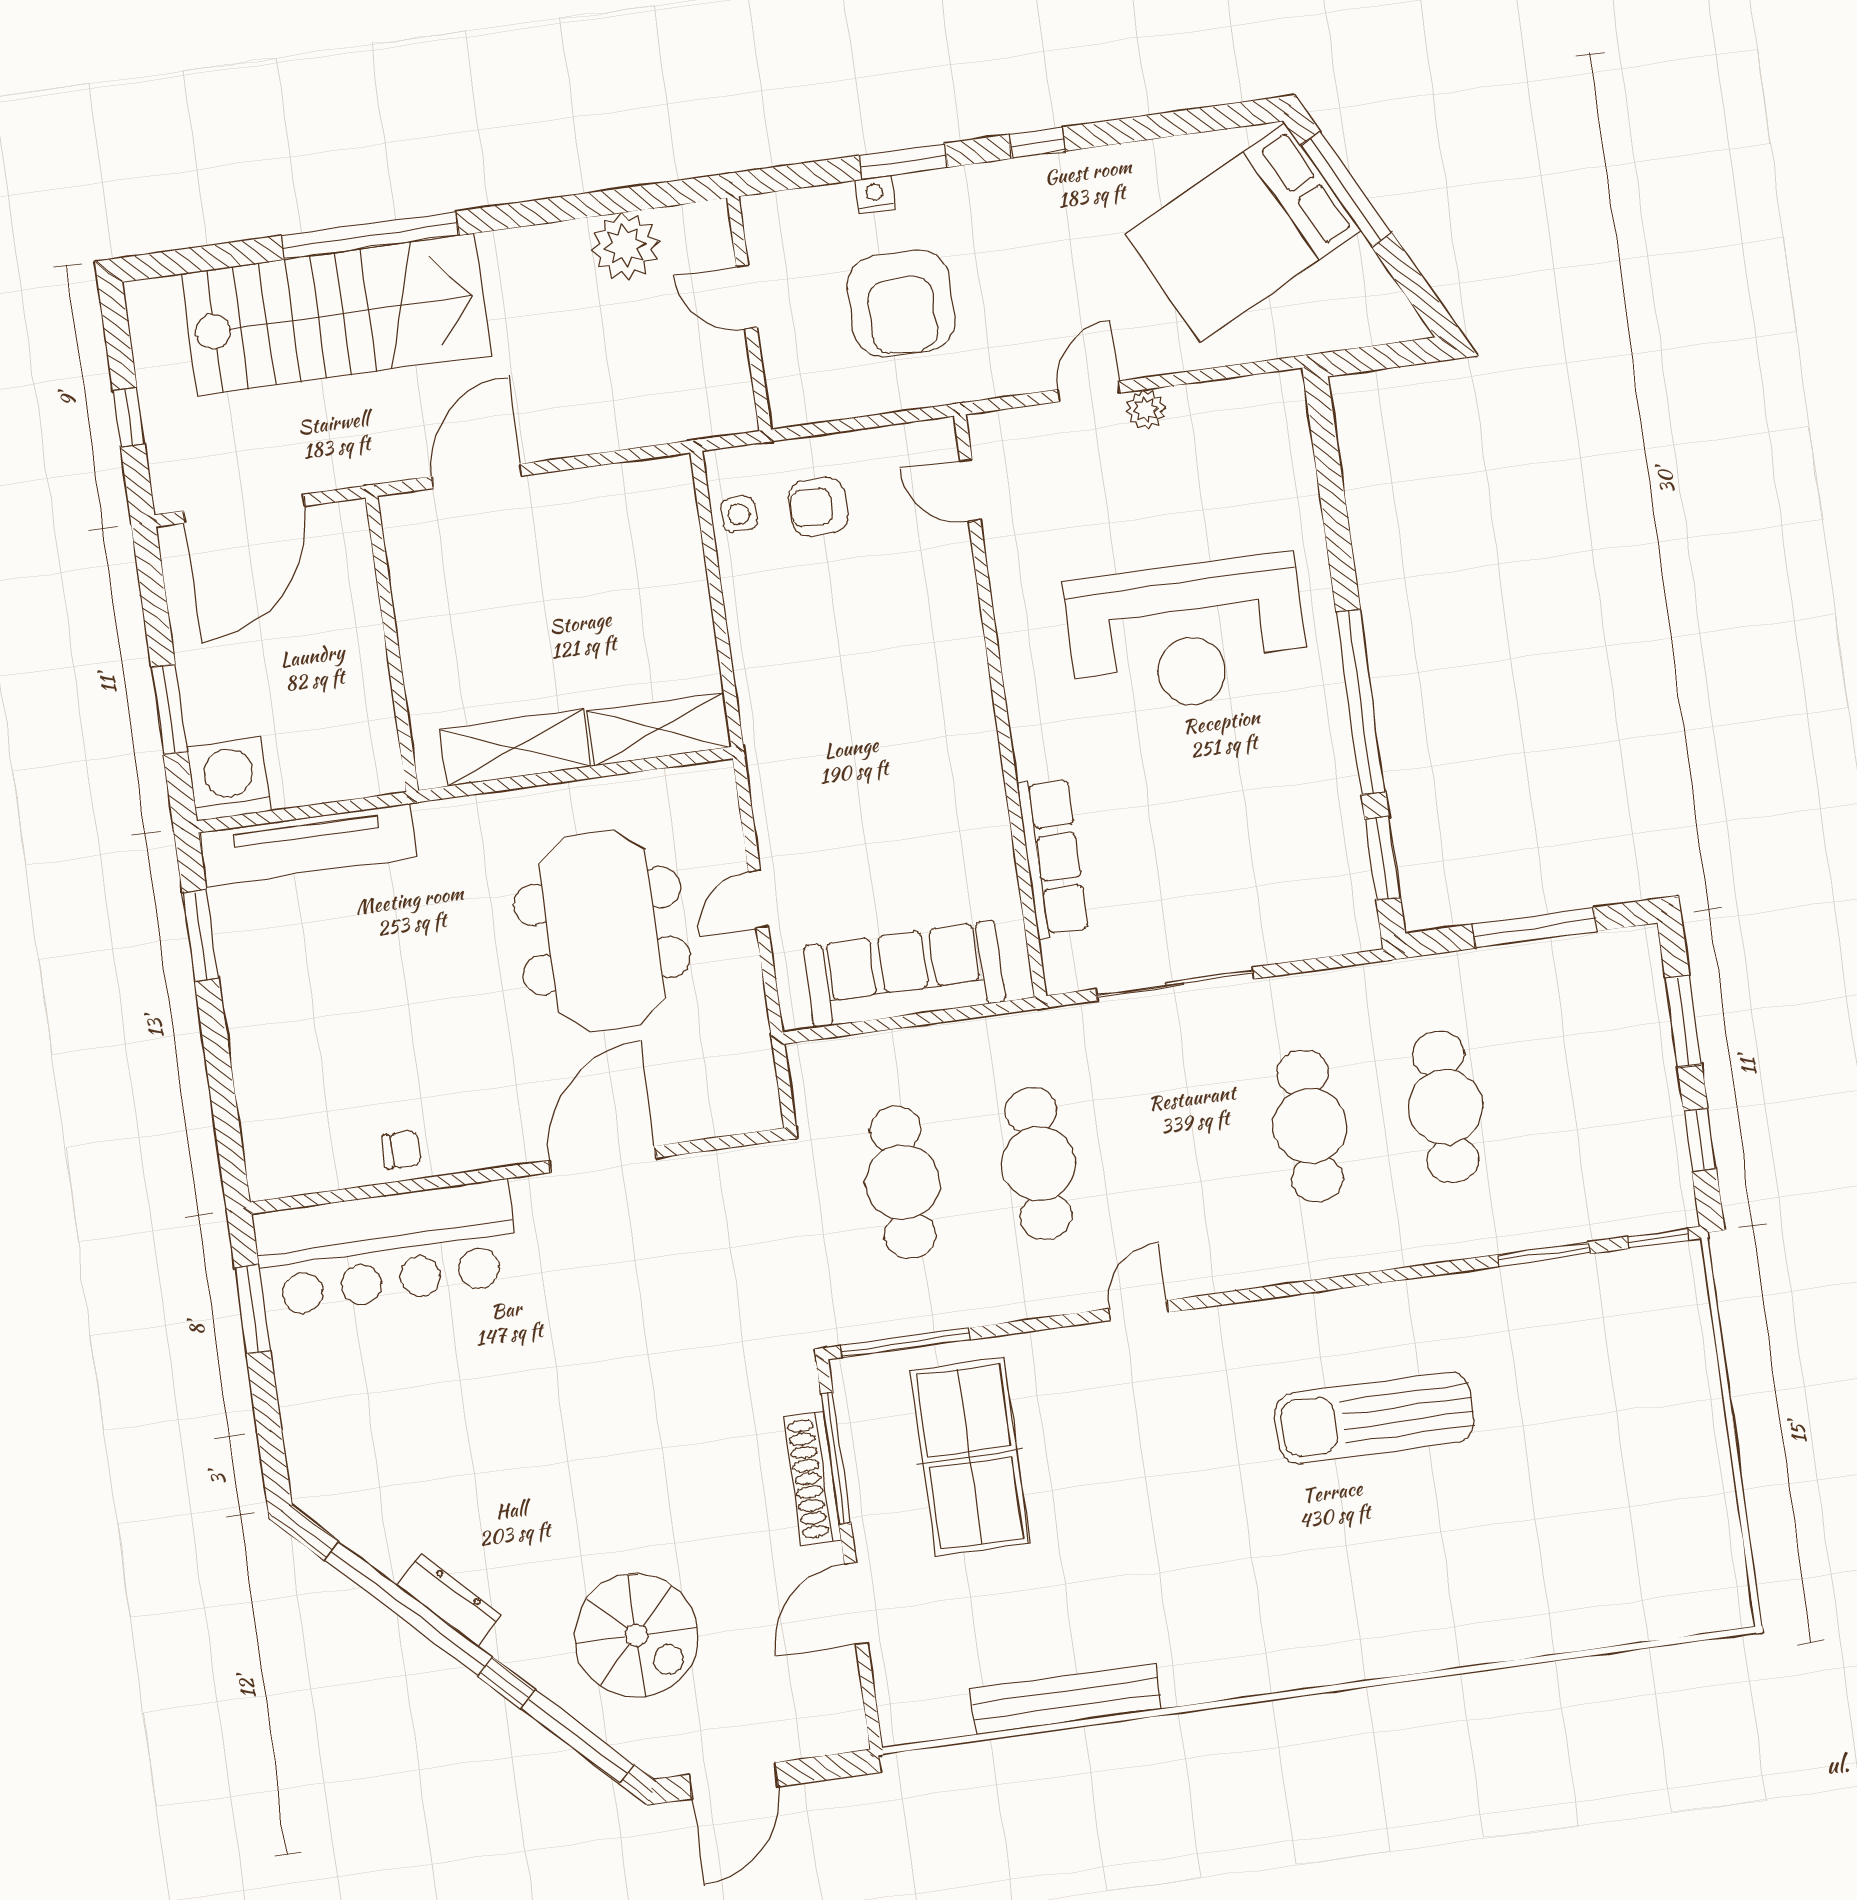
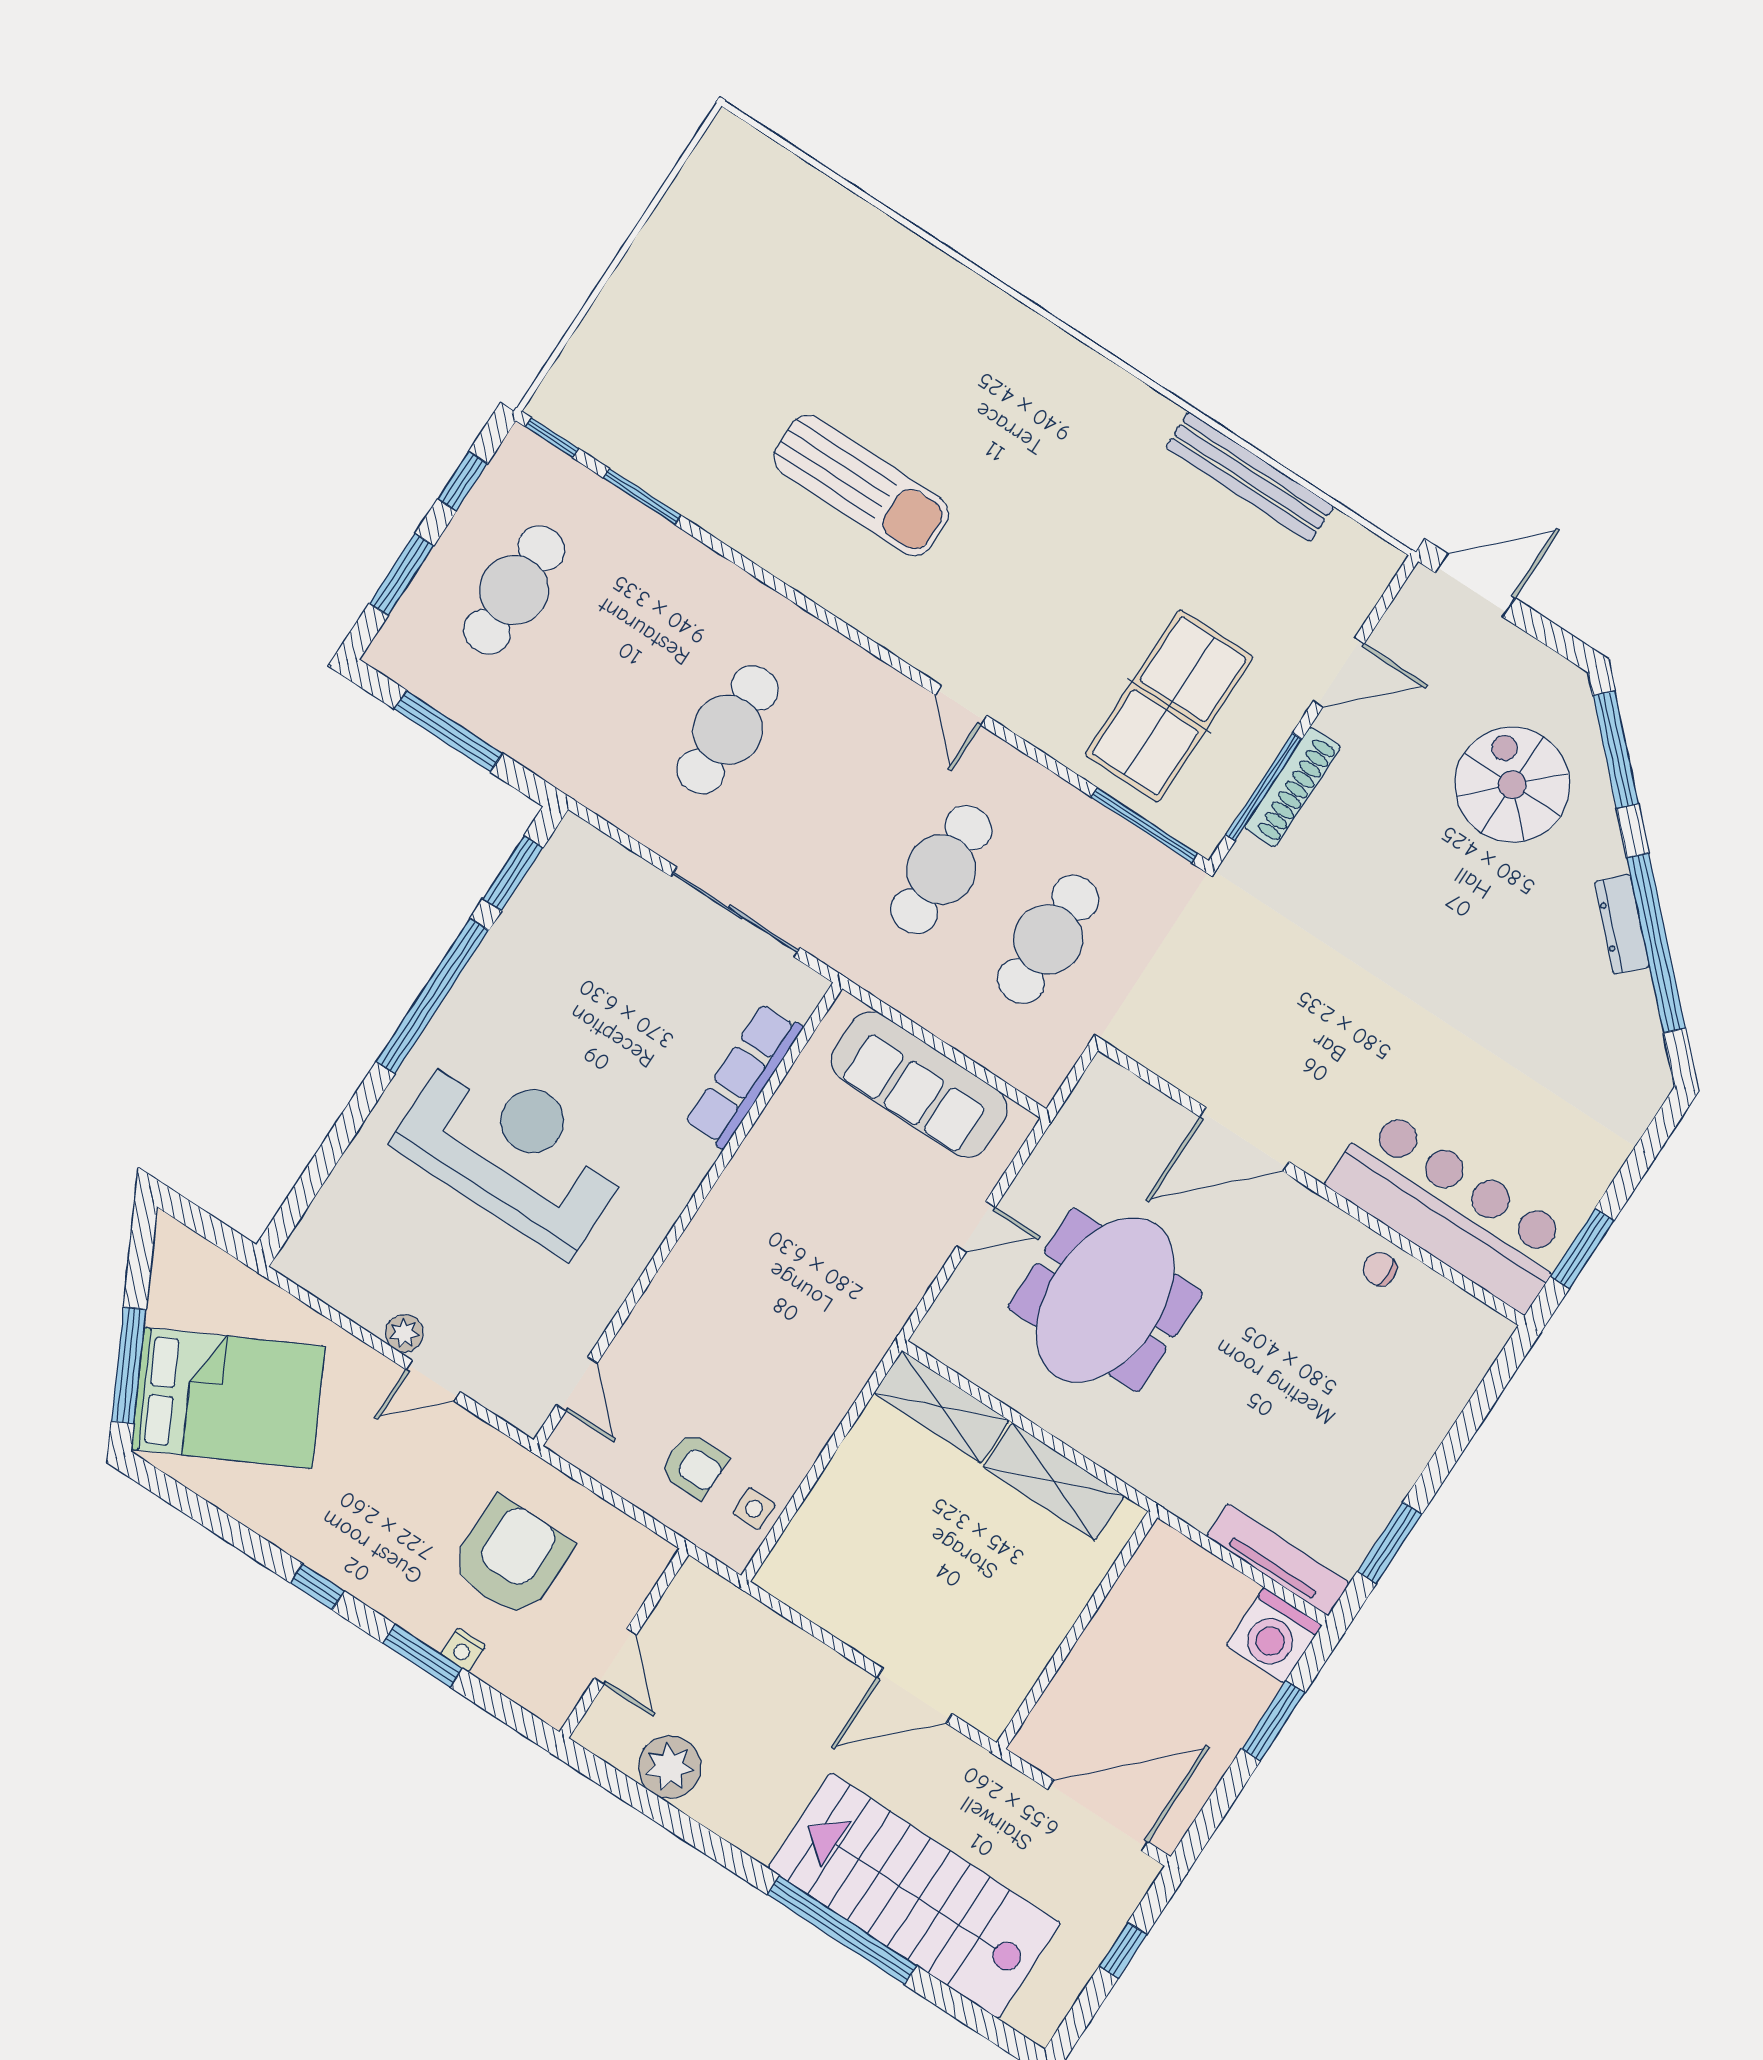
tv unit: (308, 845) -> (1278, 1560), width x0.73, depth x0.78
cafe table: (1446, 1107) -> (514, 590), moved
door: (1138, 1310) -> (961, 705), hinge flipped
door: (734, 1781) -> (1475, 585), moved

